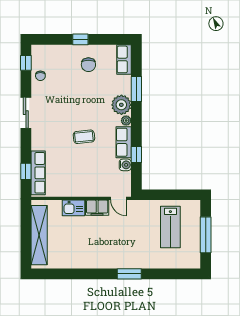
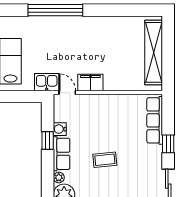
window: (26, 171) -> (168, 144), moved
kitchen sink: (73, 208) -> (47, 82), moved
window: (129, 274) -> (55, 10), width x2.11

